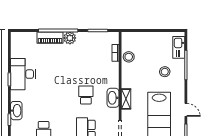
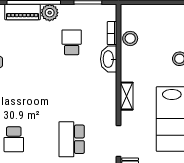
school desk: (86, 95) -> (72, 42), moved
washbasin: (113, 98) -> (109, 59), moved

